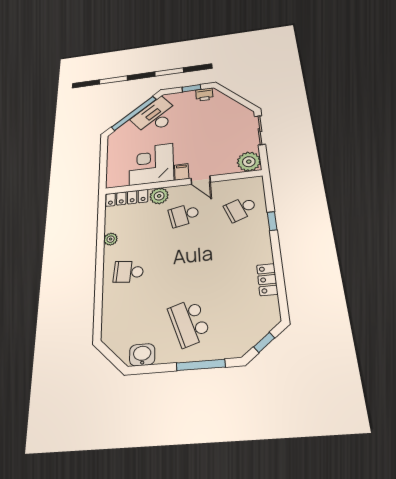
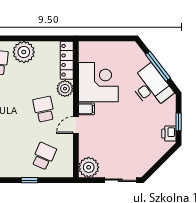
window: (134, 113) -> (158, 66), width x0.68
school desk: (241, 209) -> (44, 156), turned 45
plant: (111, 239) -> (24, 52), width x1.87, depth x1.87

